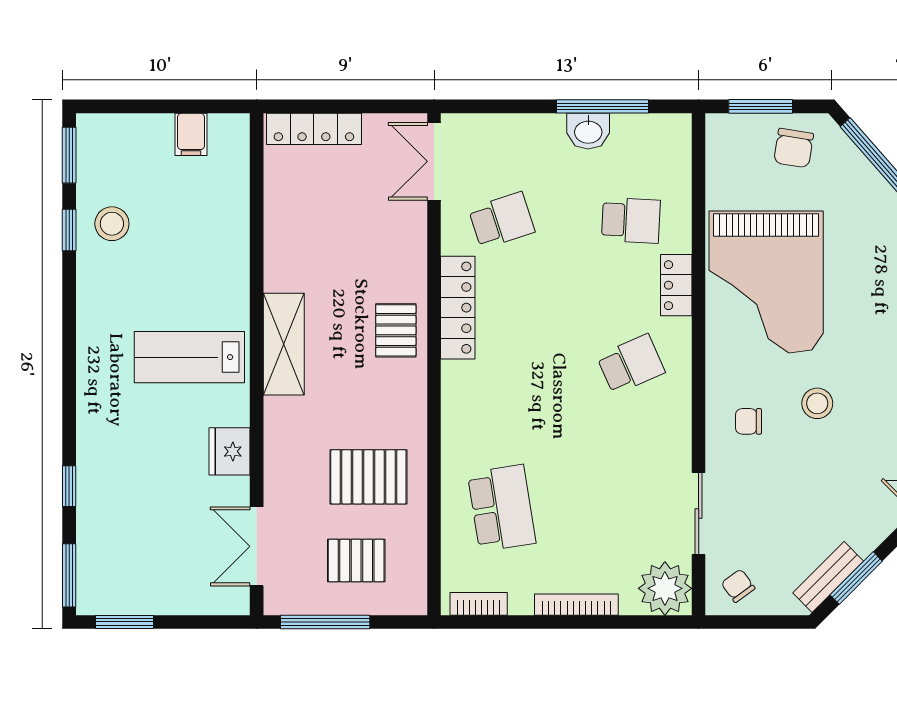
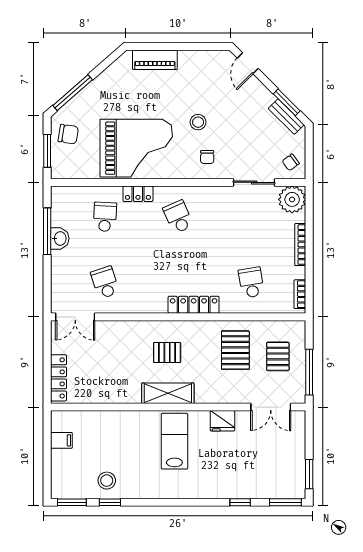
locker: (458, 308) -> (194, 305), moved
pallet: (396, 330) -> (167, 353), moved
lab bench: (189, 357) -> (174, 441), turned 180
school desk: (502, 508) -> (251, 282), width x0.54

